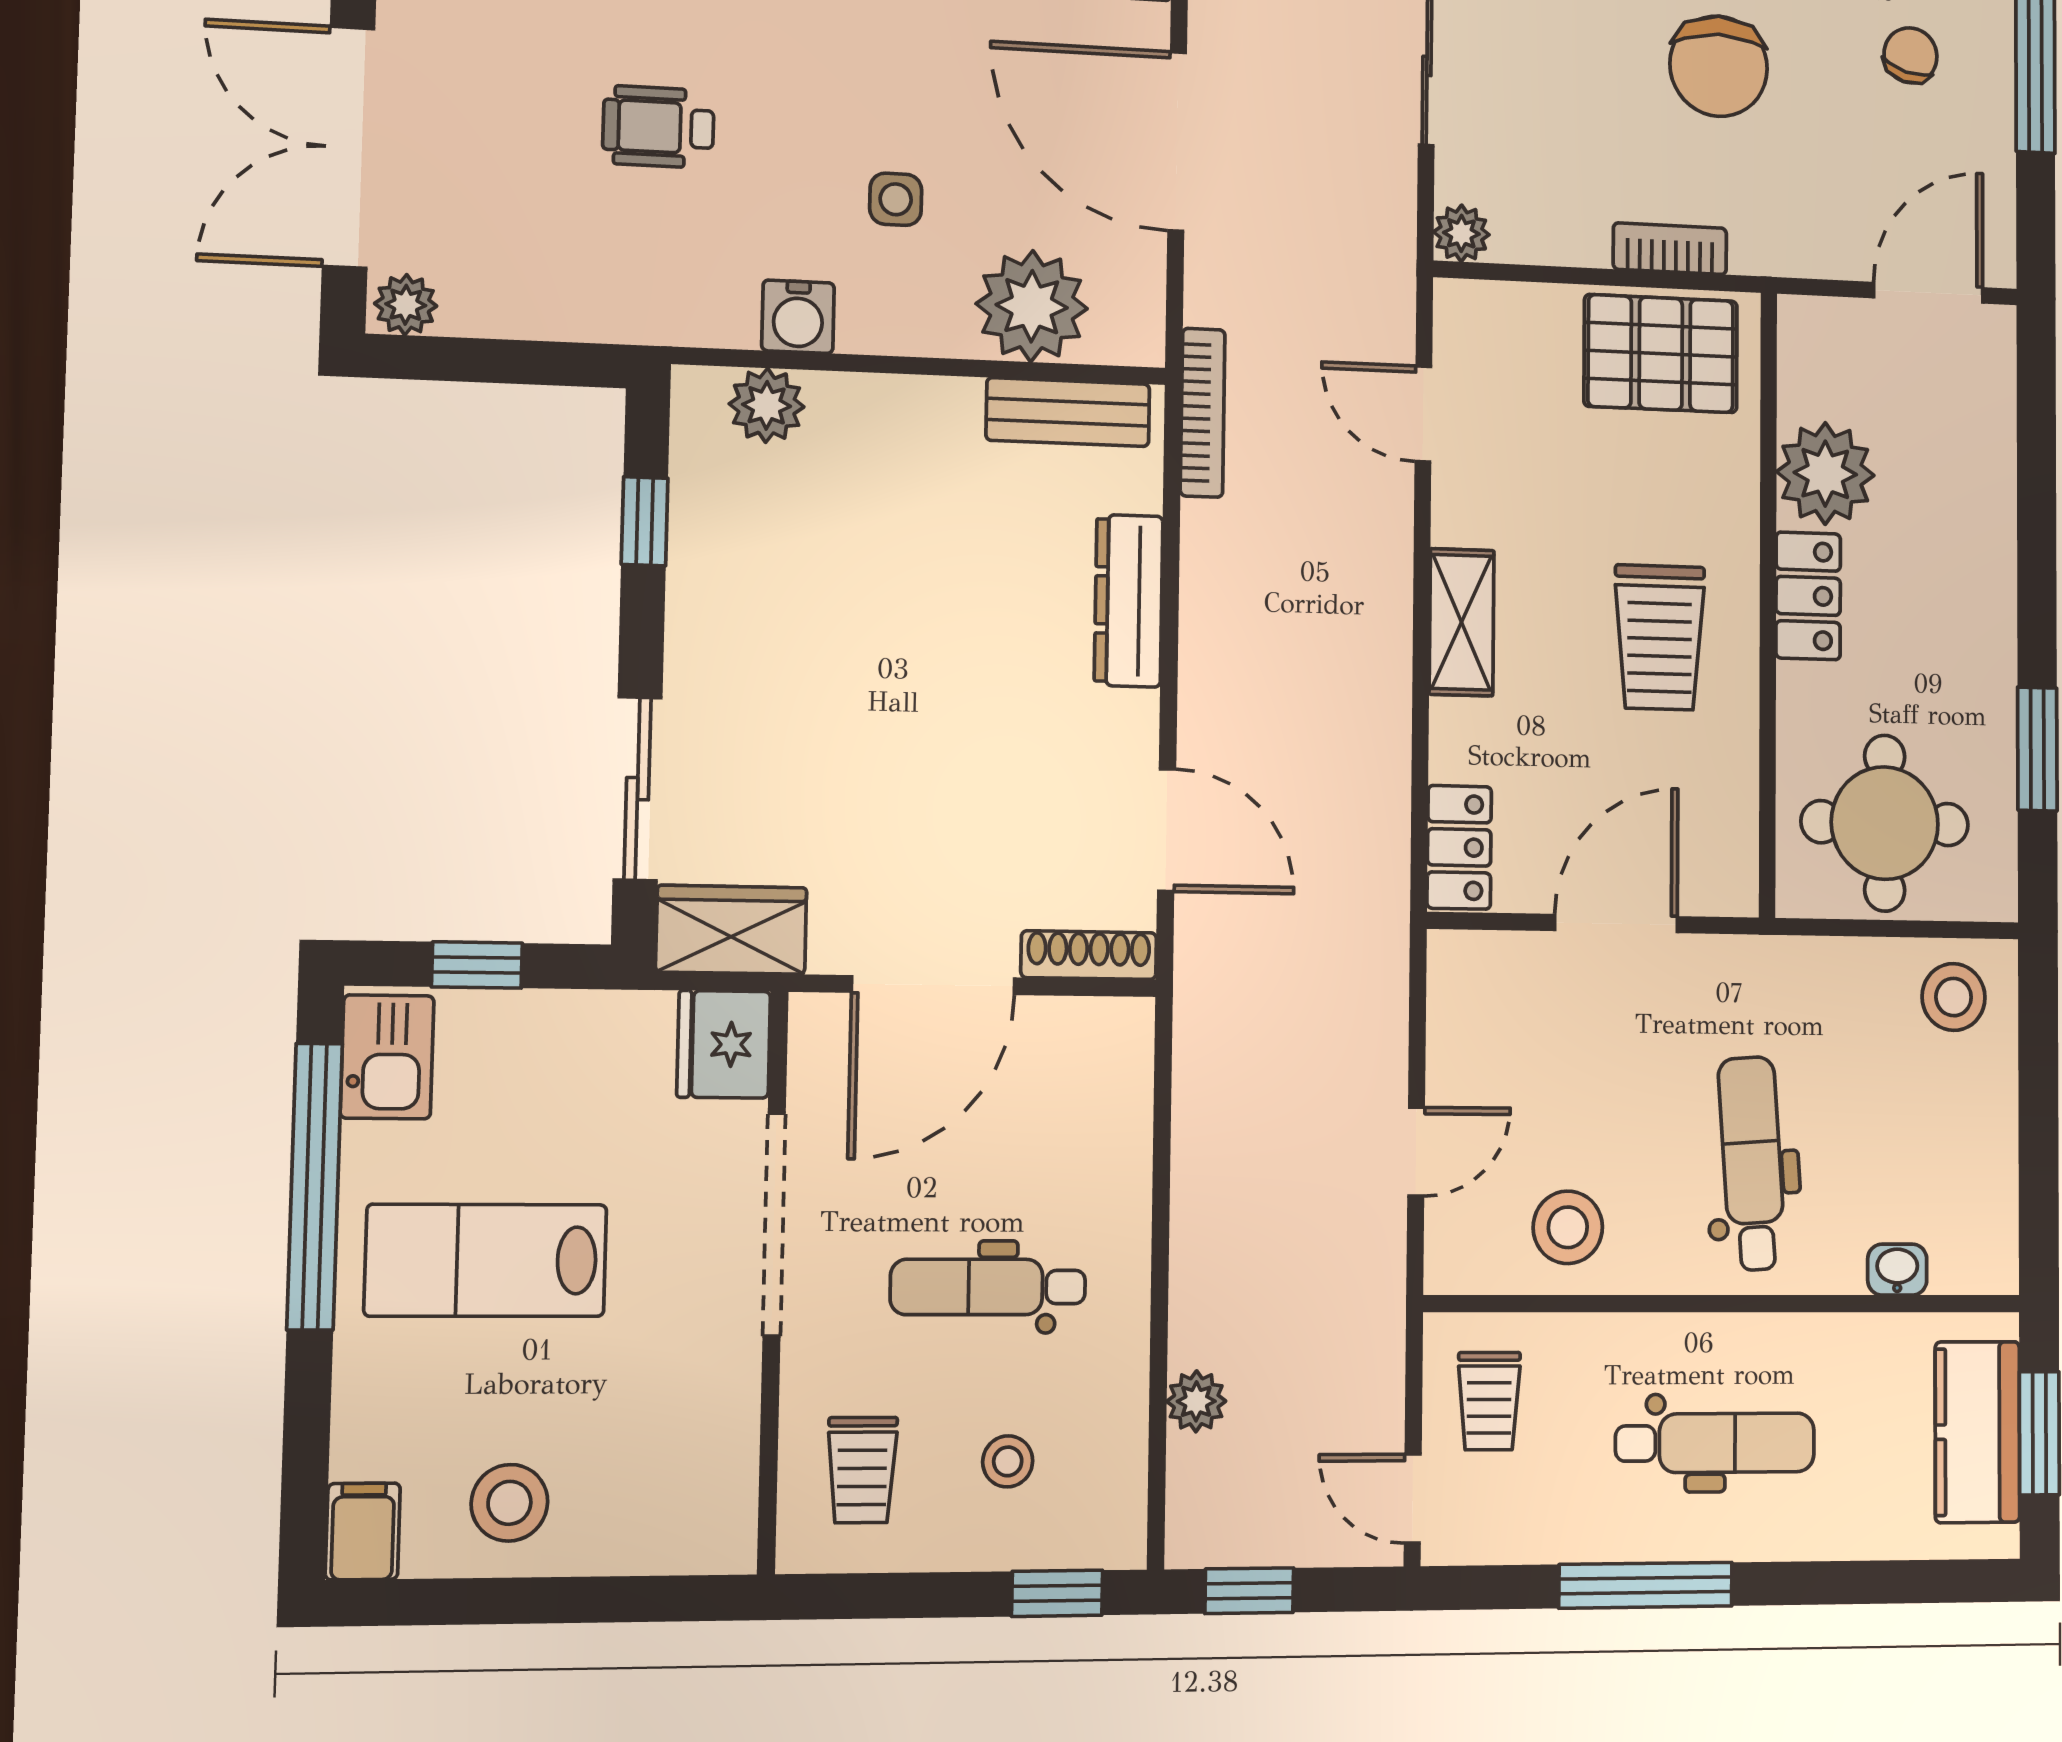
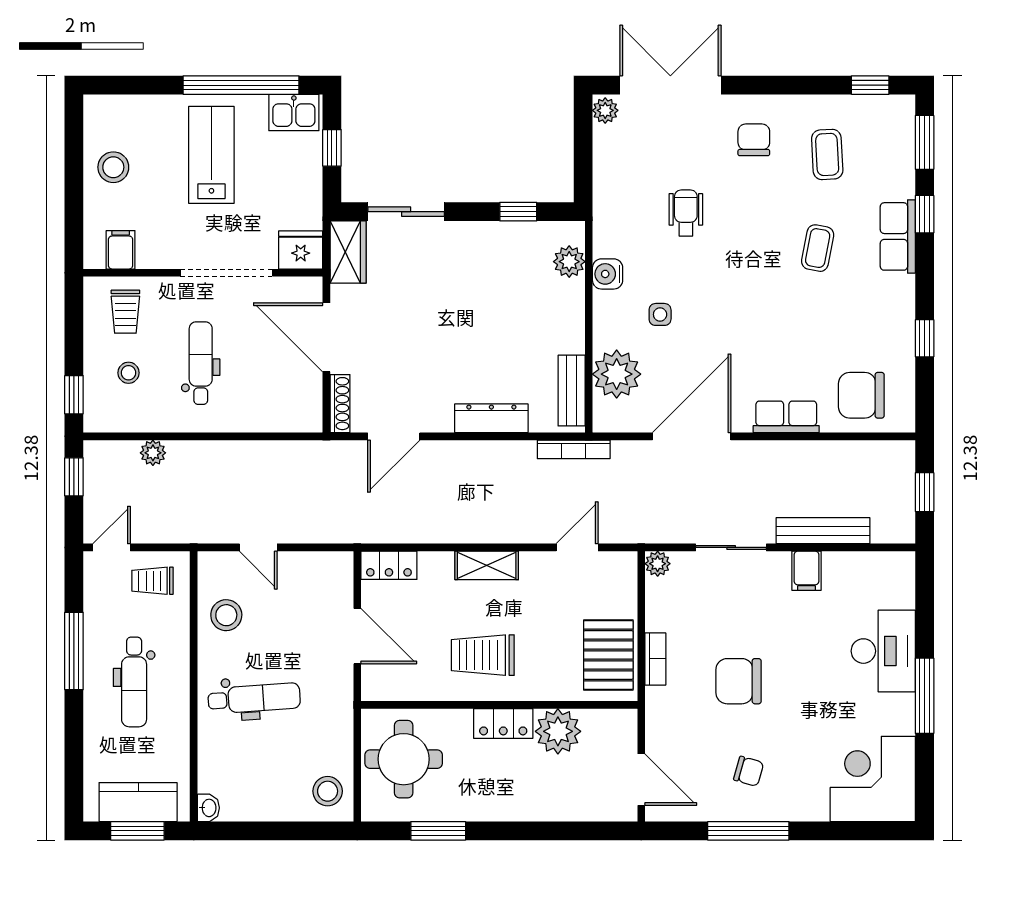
washbasin: (1897, 1270) -> (208, 808), moved
trolley: (862, 1470) -> (125, 312), turned -90
filing cabinet: (363, 1531) -> (121, 250), moved, turned -90

